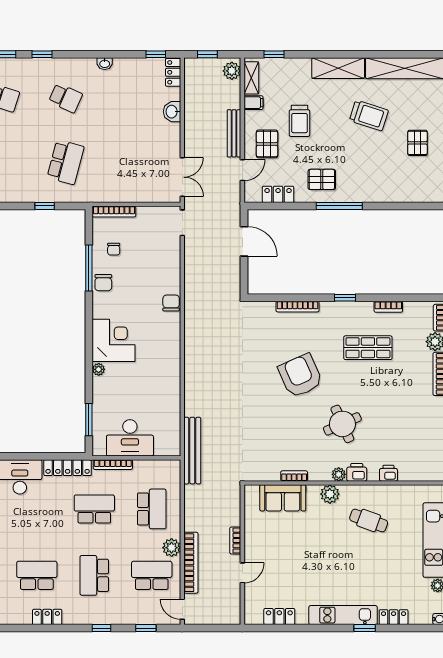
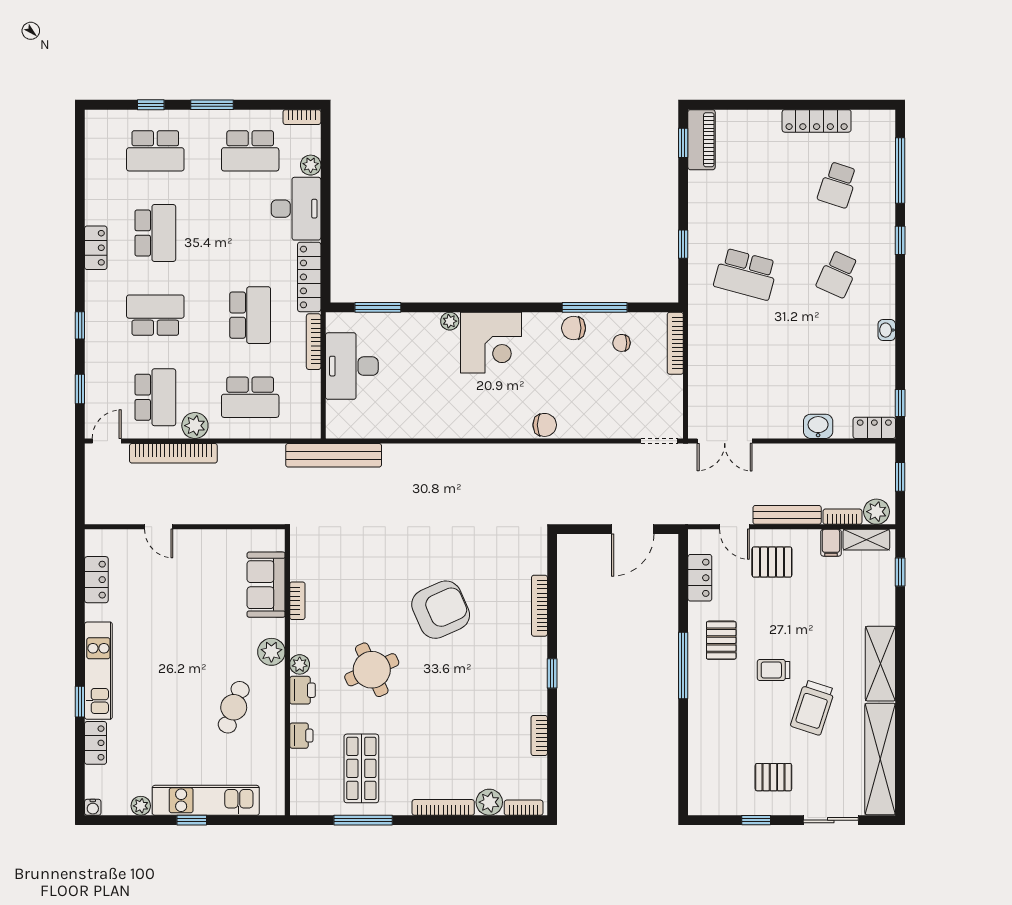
trolley: (300, 121) -> (774, 670), moved, width x0.73, depth x0.72
shop shelf: (368, 348) -> (361, 768), moved
bookcase: (235, 541) -> (842, 517), moved

